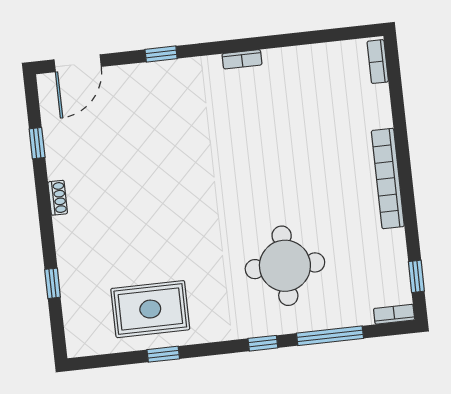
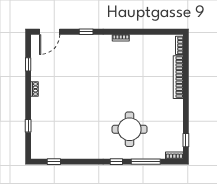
bookcase: (388, 178) -> (178, 77), moved
rug: (150, 309) -> (69, 142), removed
window: (163, 354) -> (54, 162), moved

